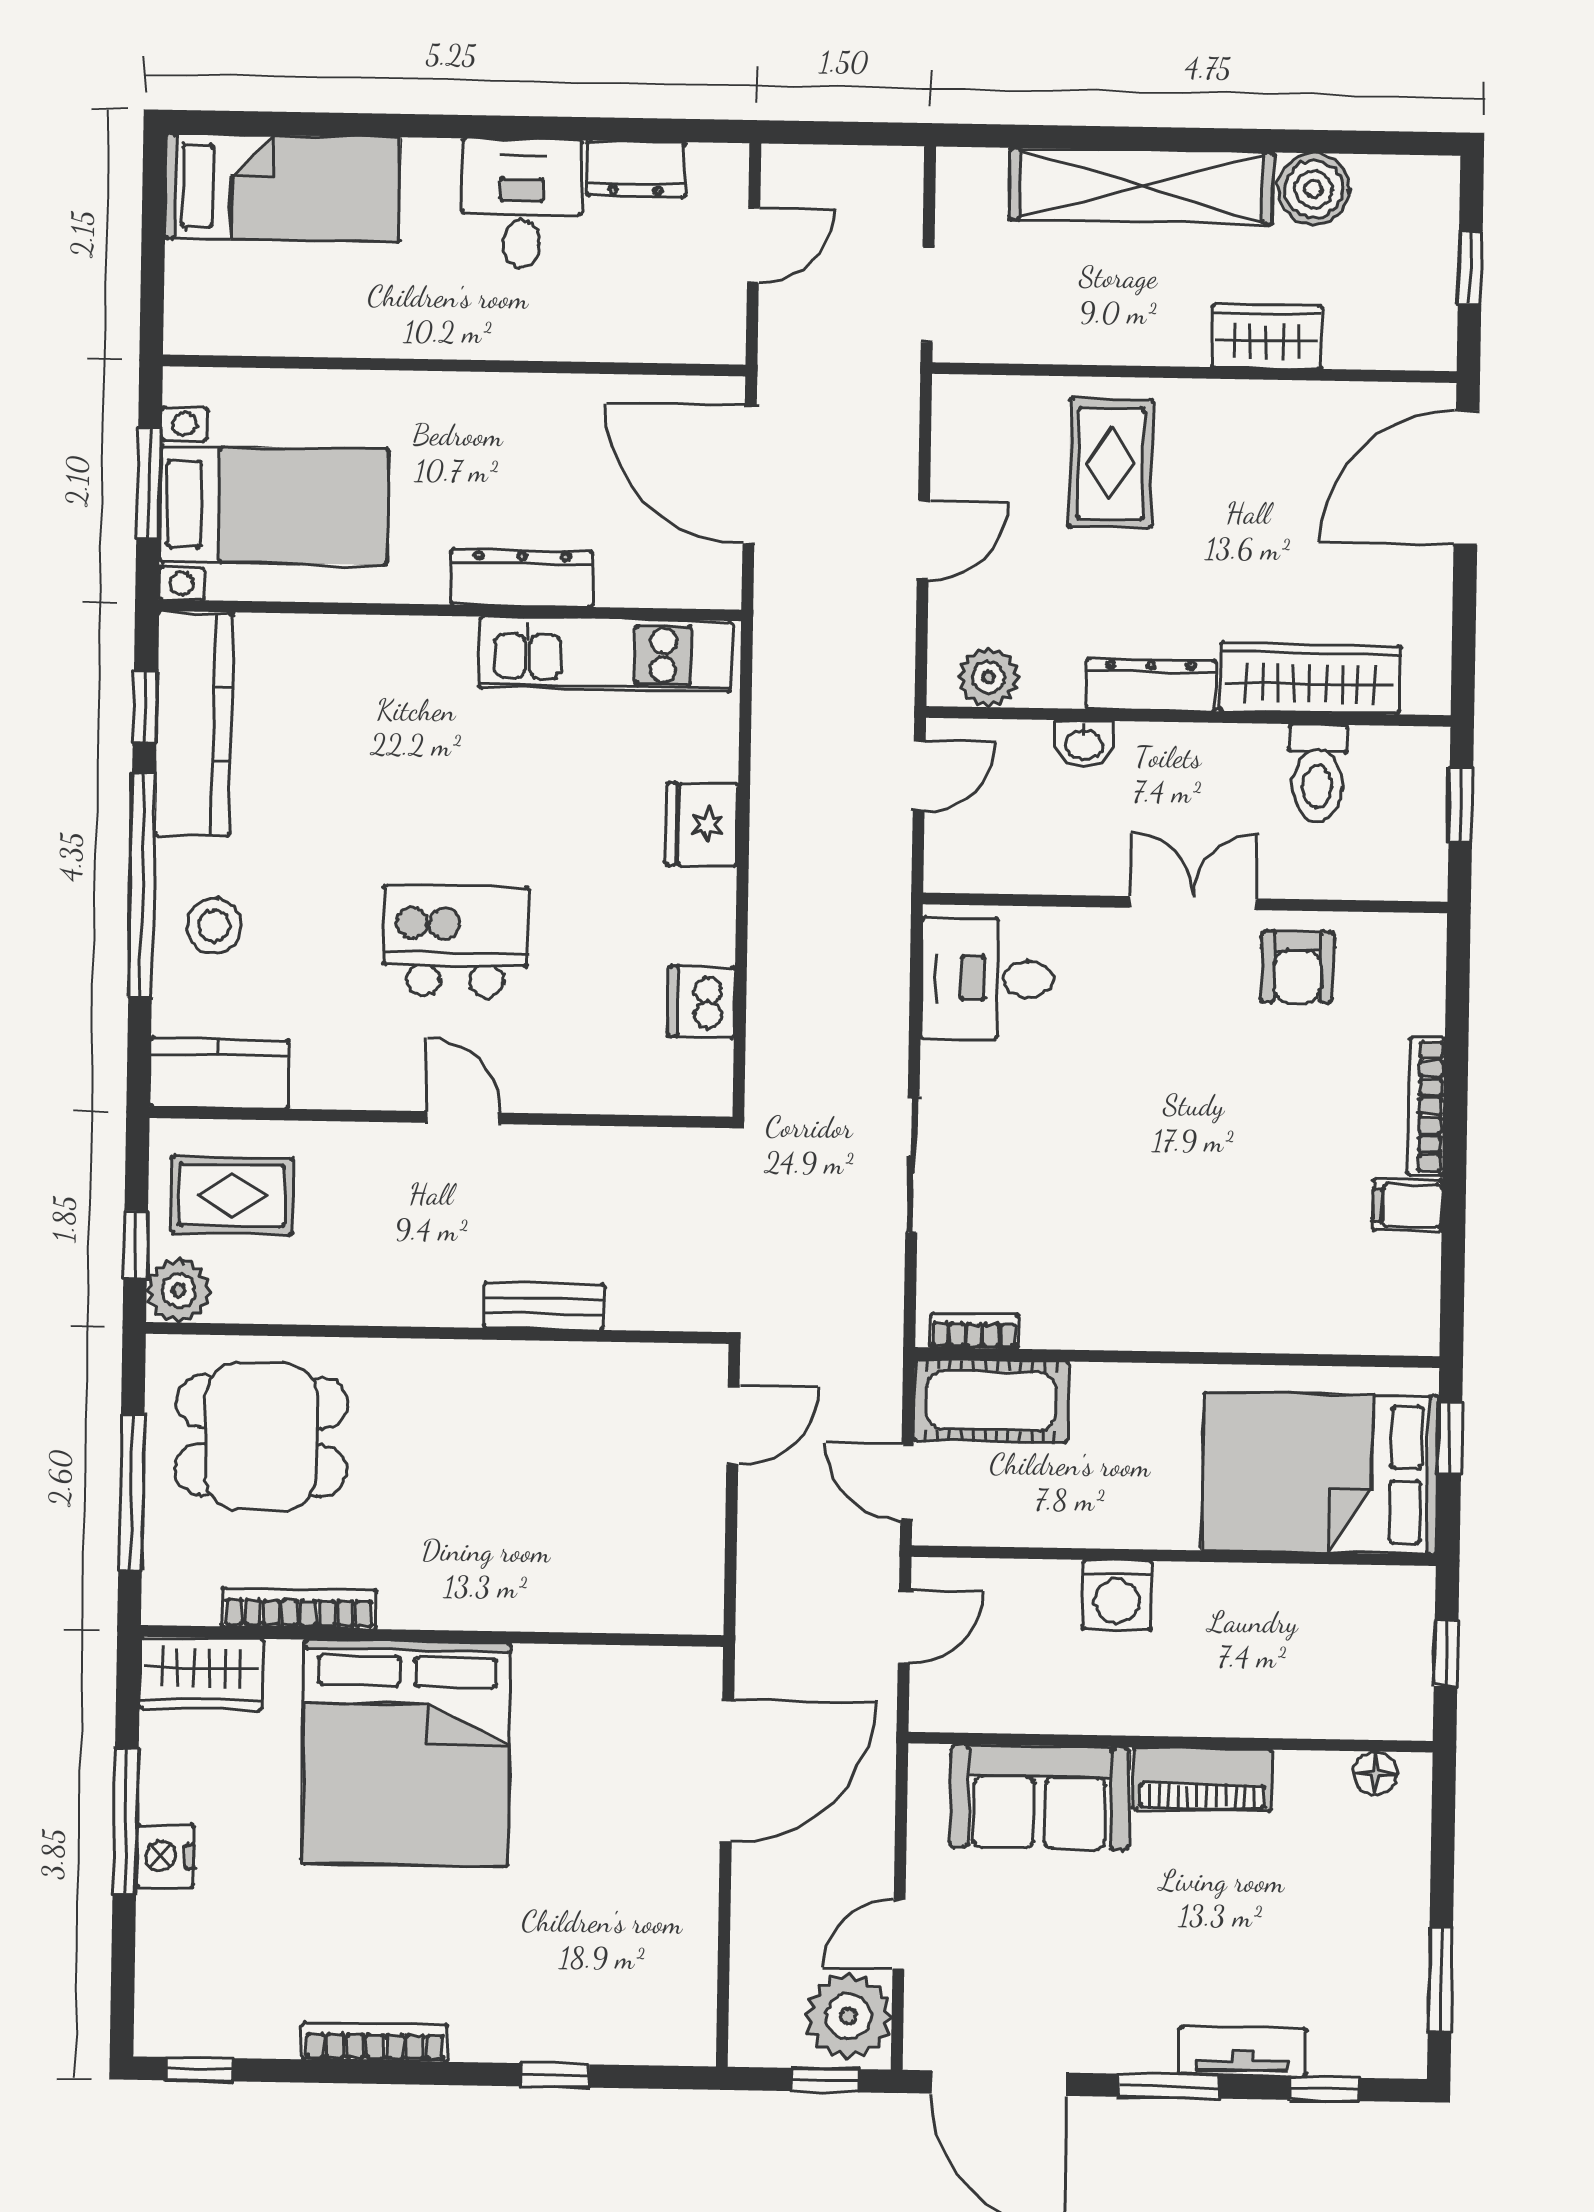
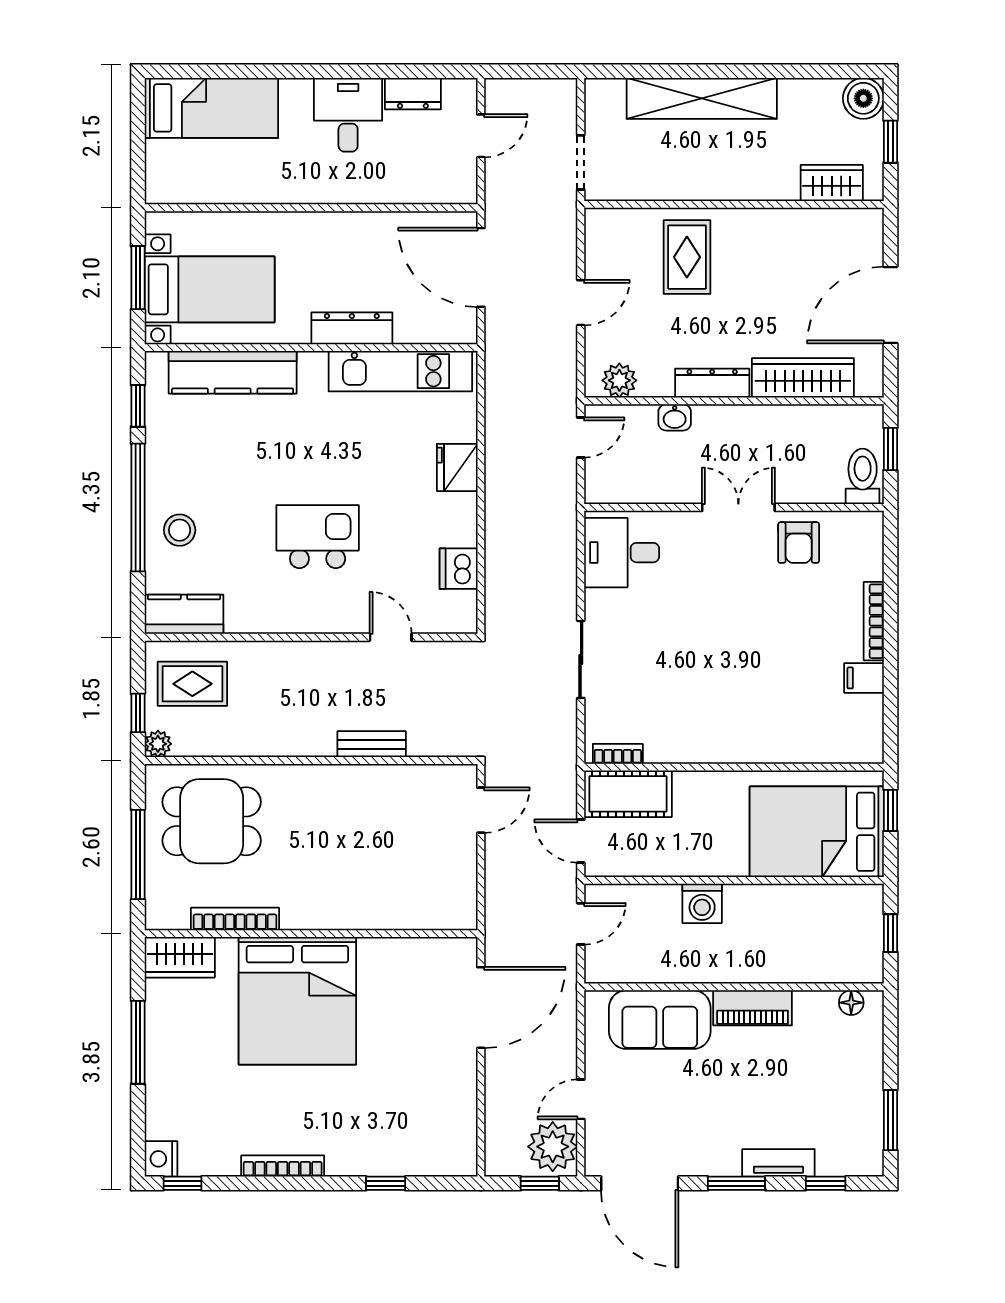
boiler: (1313, 189) -> (863, 98), moved
wardrobe: (1267, 336) -> (832, 183), moved
door: (1467, 478) -> (890, 305), moved
kitchen counter: (194, 724) -> (233, 372), moved, turned 90
toilet: (1317, 773) -> (863, 476), moved, turned 180
door: (463, 1118) -> (391, 637), moved
plant: (179, 1290) -> (158, 744), width x0.73, depth x0.73
nightstand: (165, 1856) -> (161, 1159), moved

